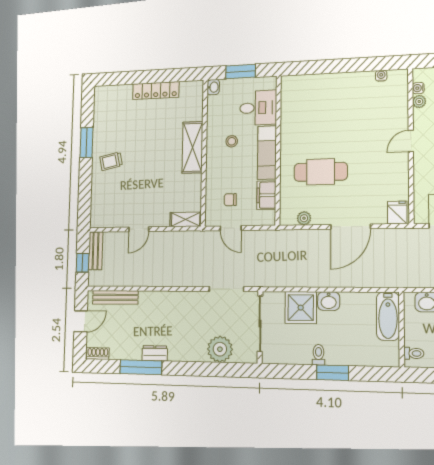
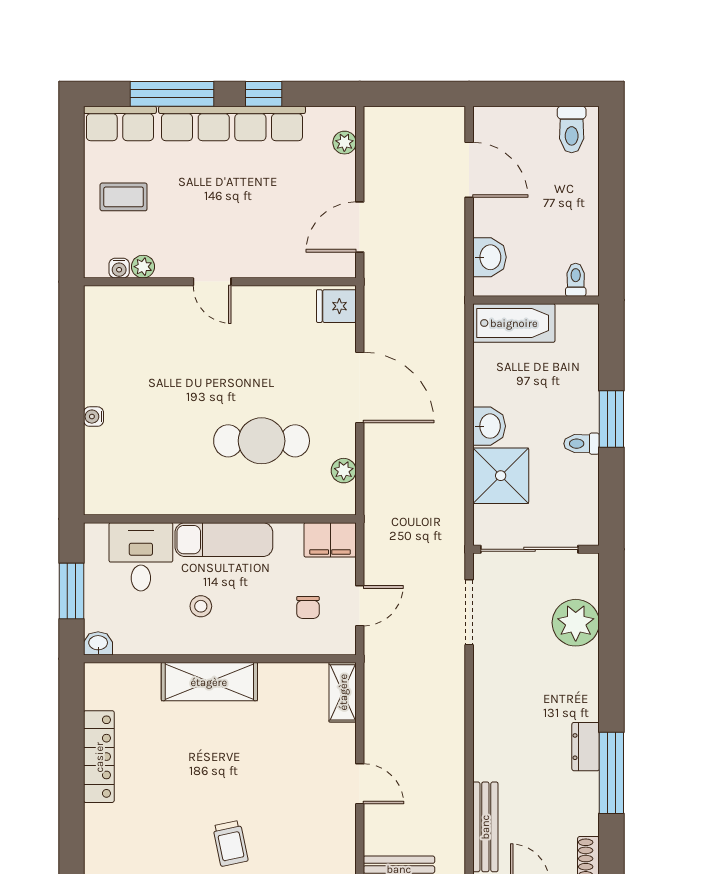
water cooler: (381, 76) -> (93, 417), moved
cafe table: (321, 172) -> (262, 441), turned 90
filing cabinet: (266, 195) -> (330, 540), moved

